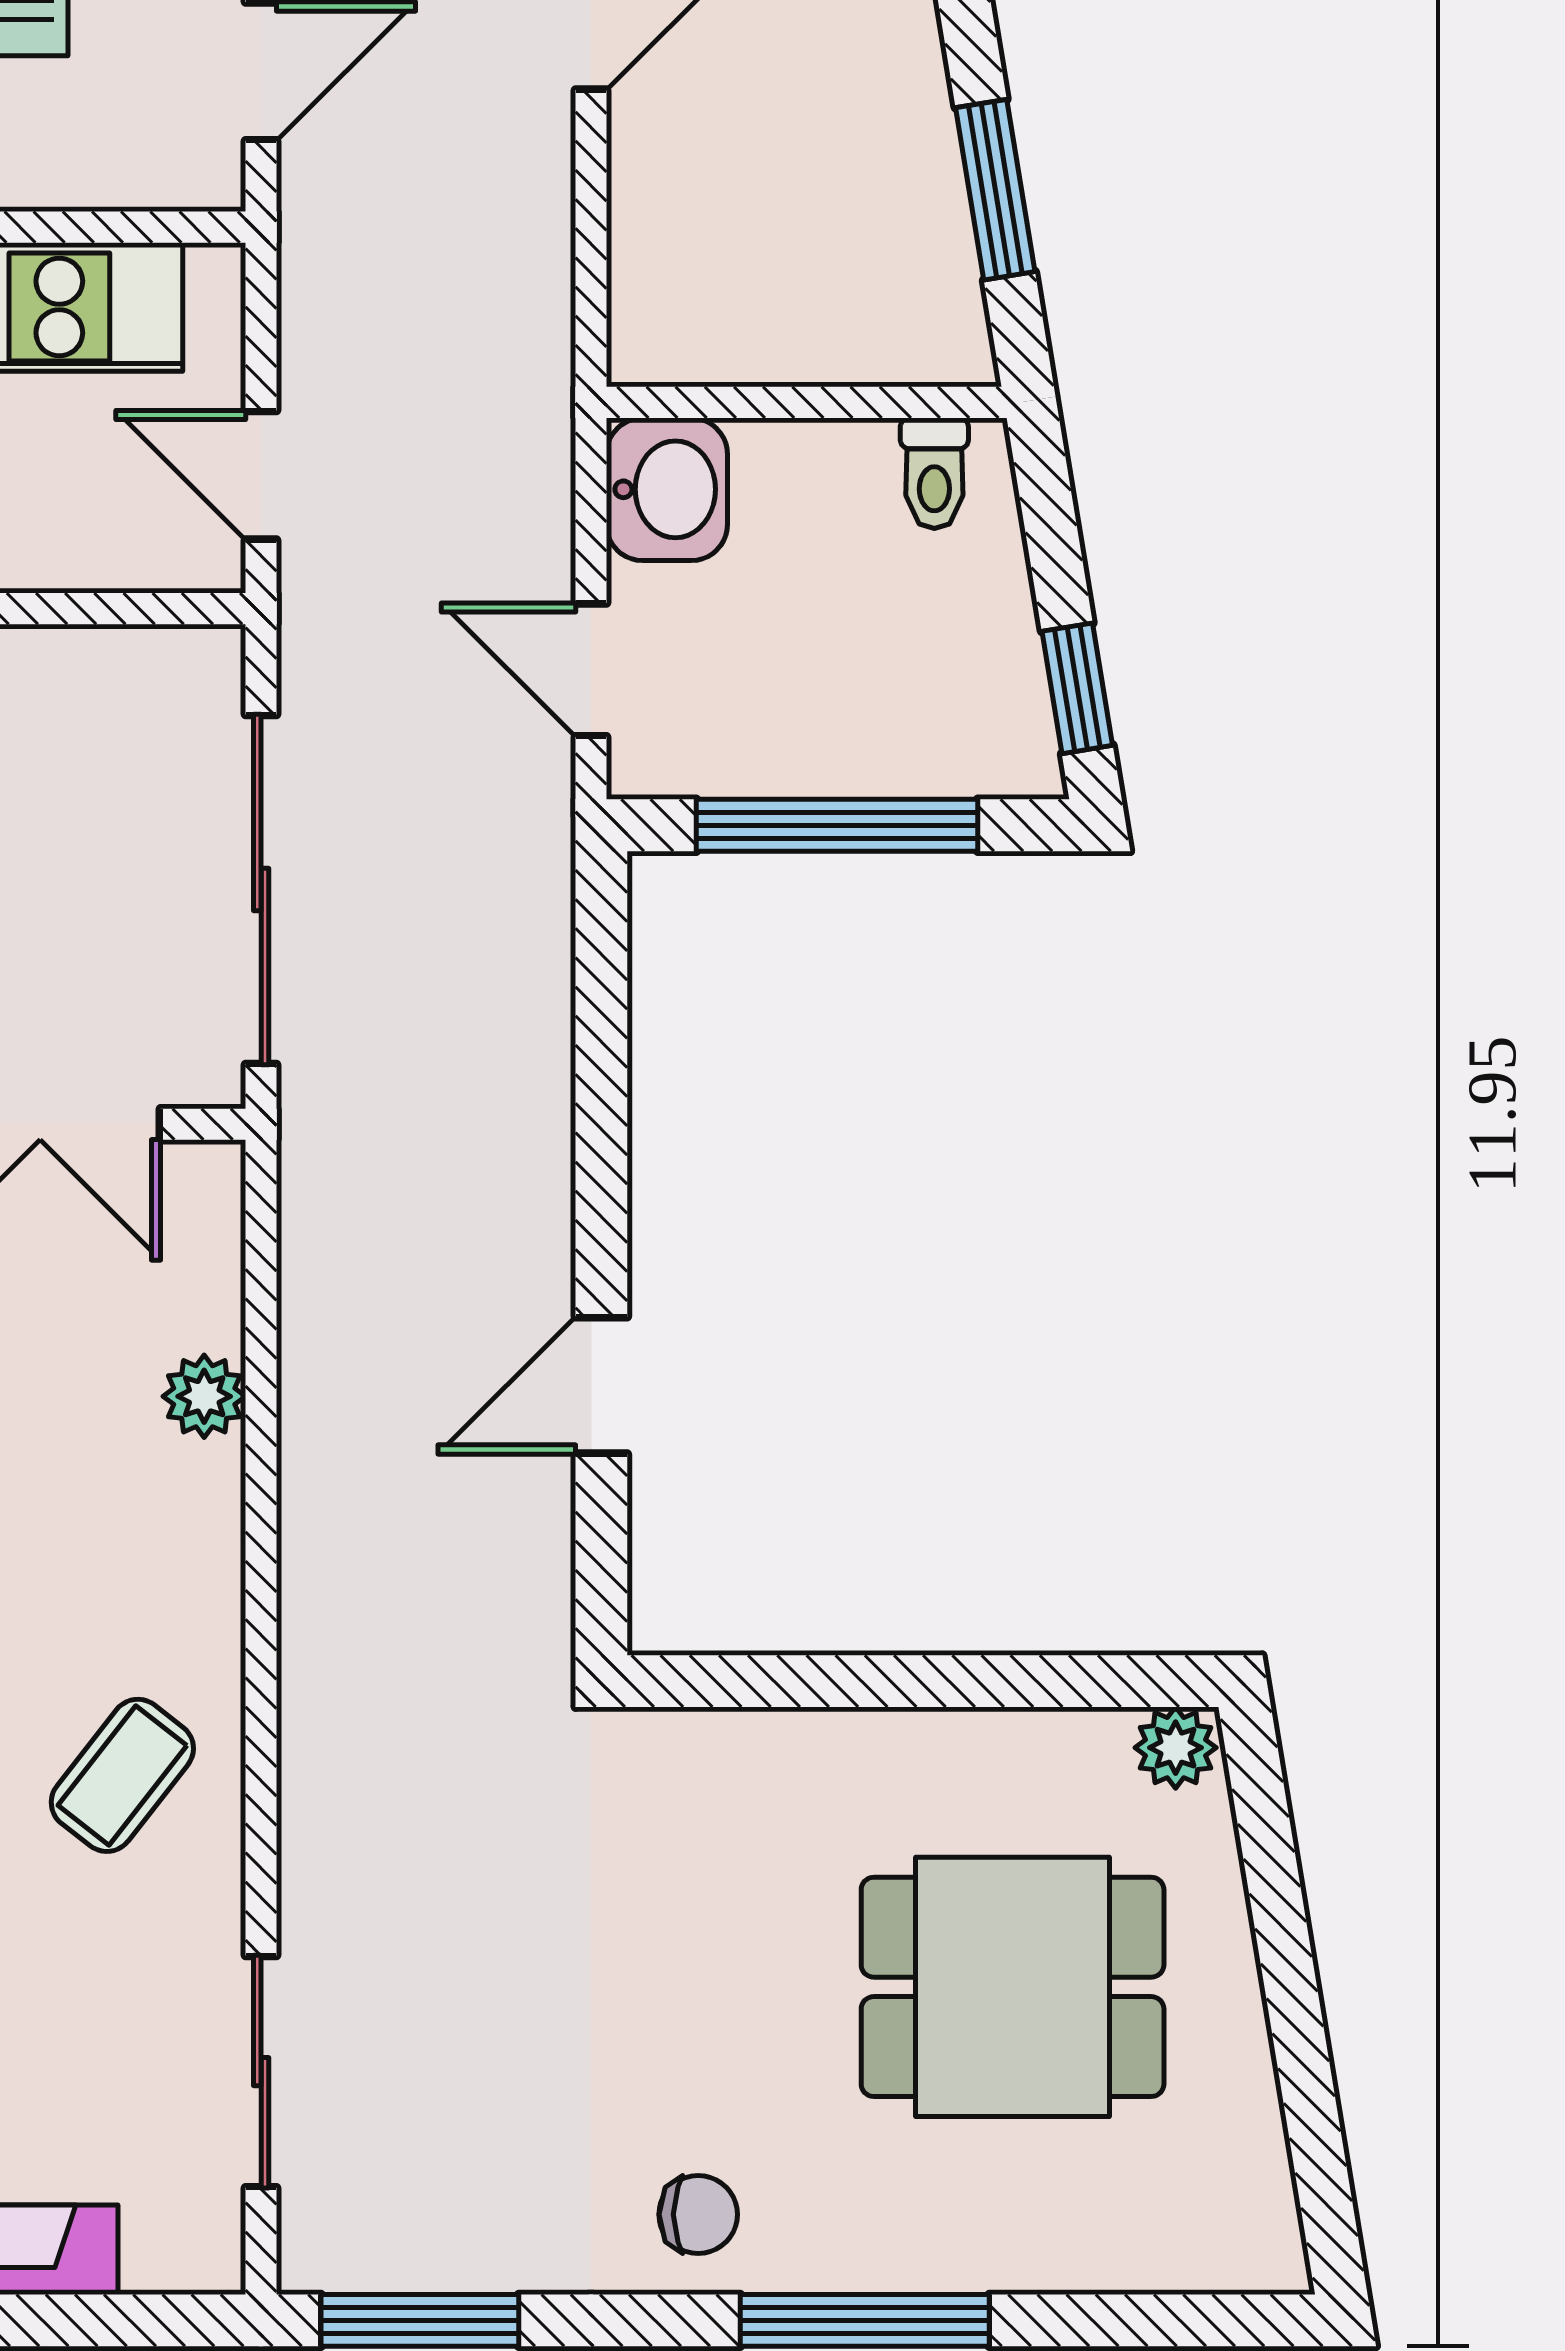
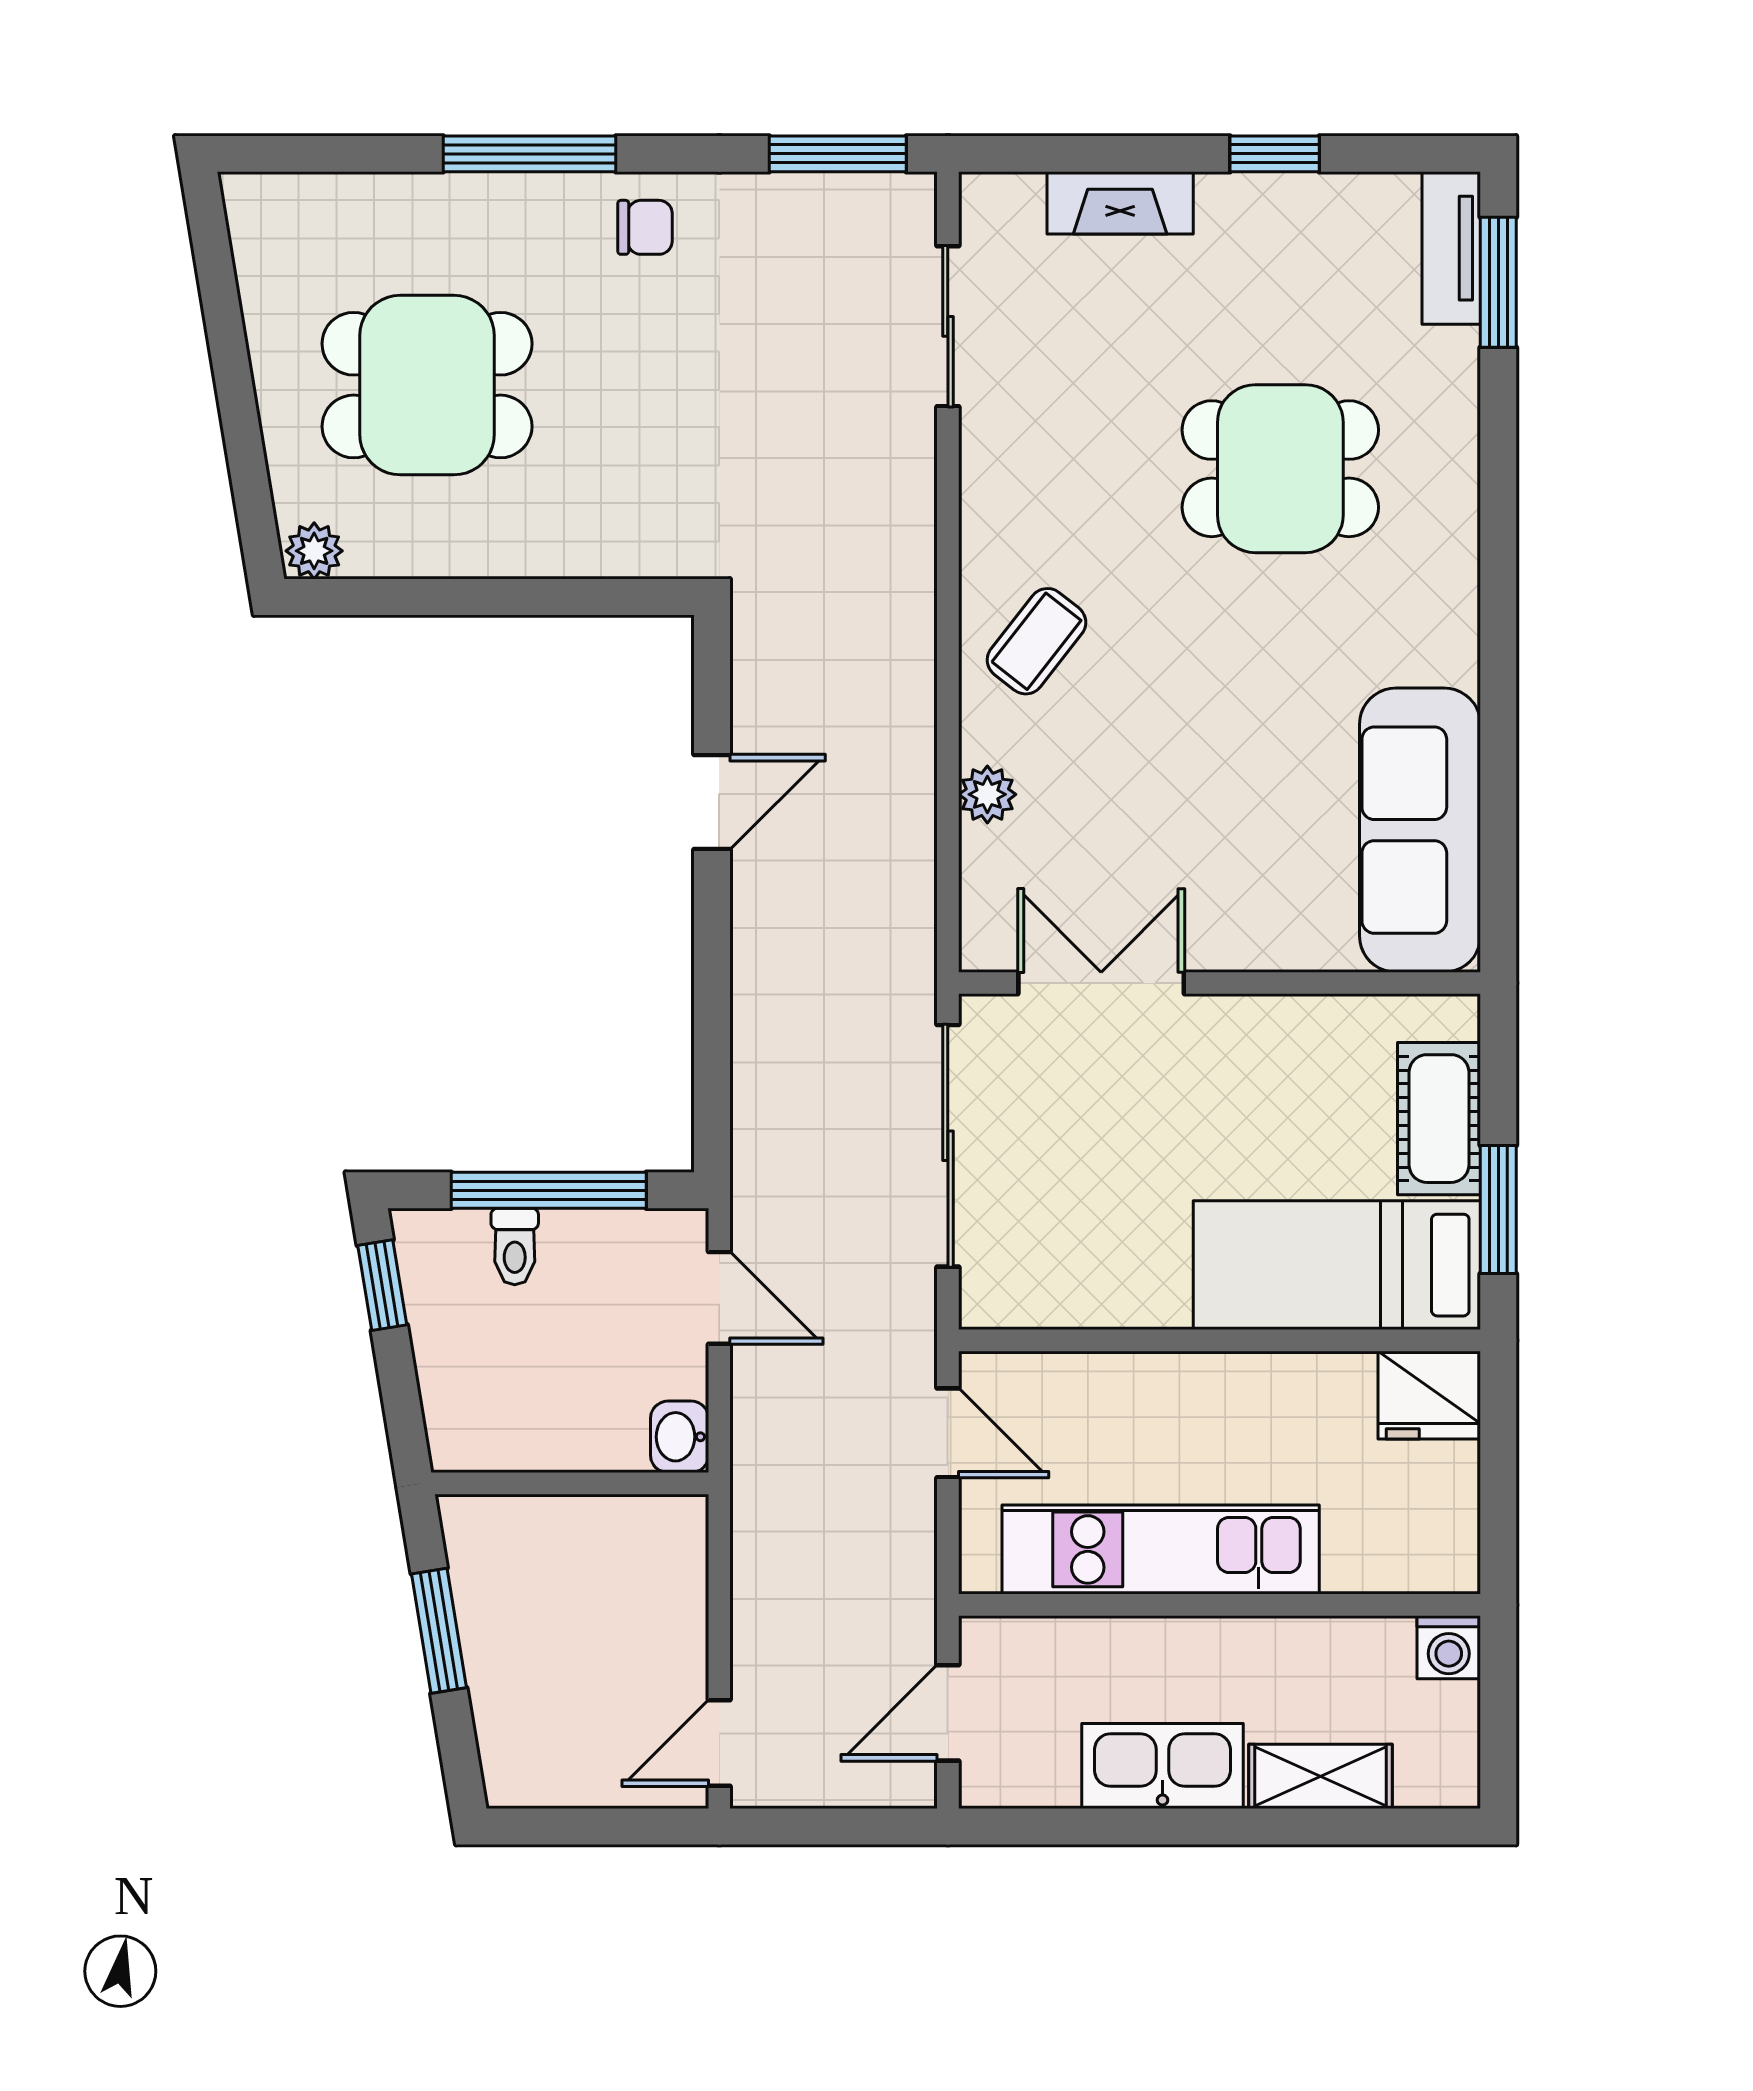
toilet: (934, 473) -> (515, 1247), moved, turned 180
washbasin: (667, 489) -> (680, 1437), width x0.72, depth x0.69
coffee table: (122, 1775) -> (1036, 641), moved
chair: (698, 2214) -> (645, 227), turned 180

